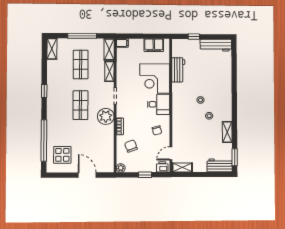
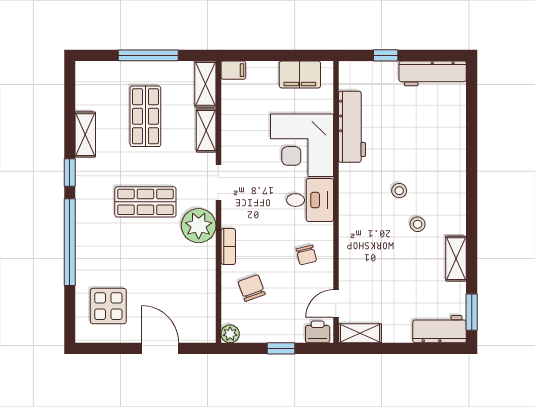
shelving: (52, 49) -> (85, 135), moved
workbench: (178, 70) -> (352, 127), width x1.38
shop shelf: (80, 105) -> (145, 202), turned 90
window: (44, 140) -> (70, 242), moved

